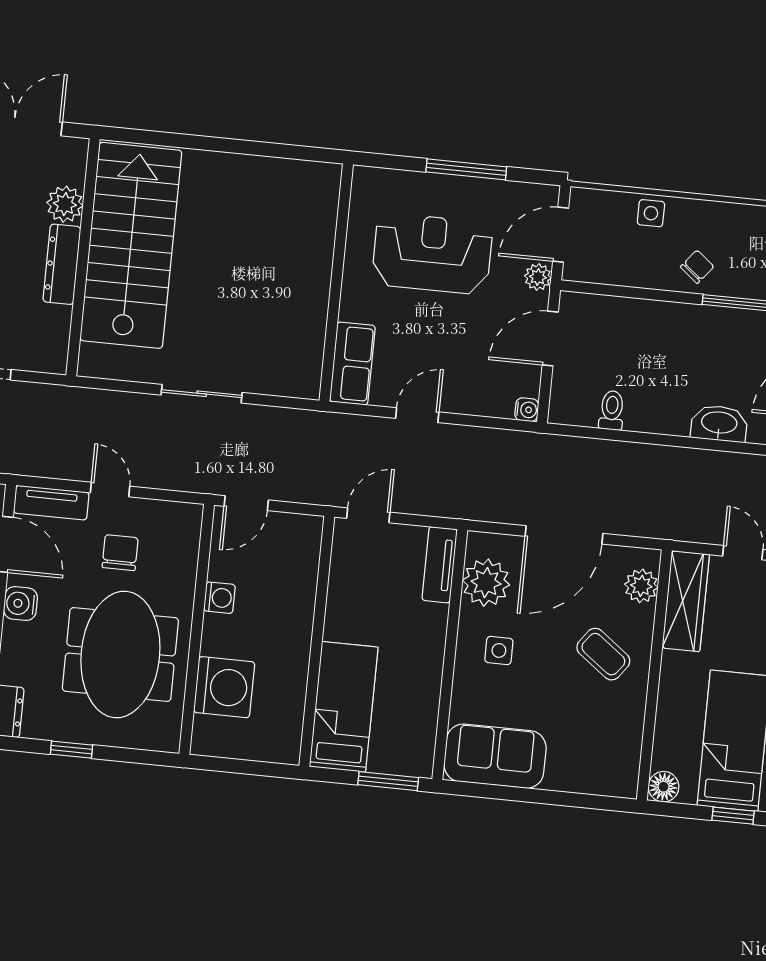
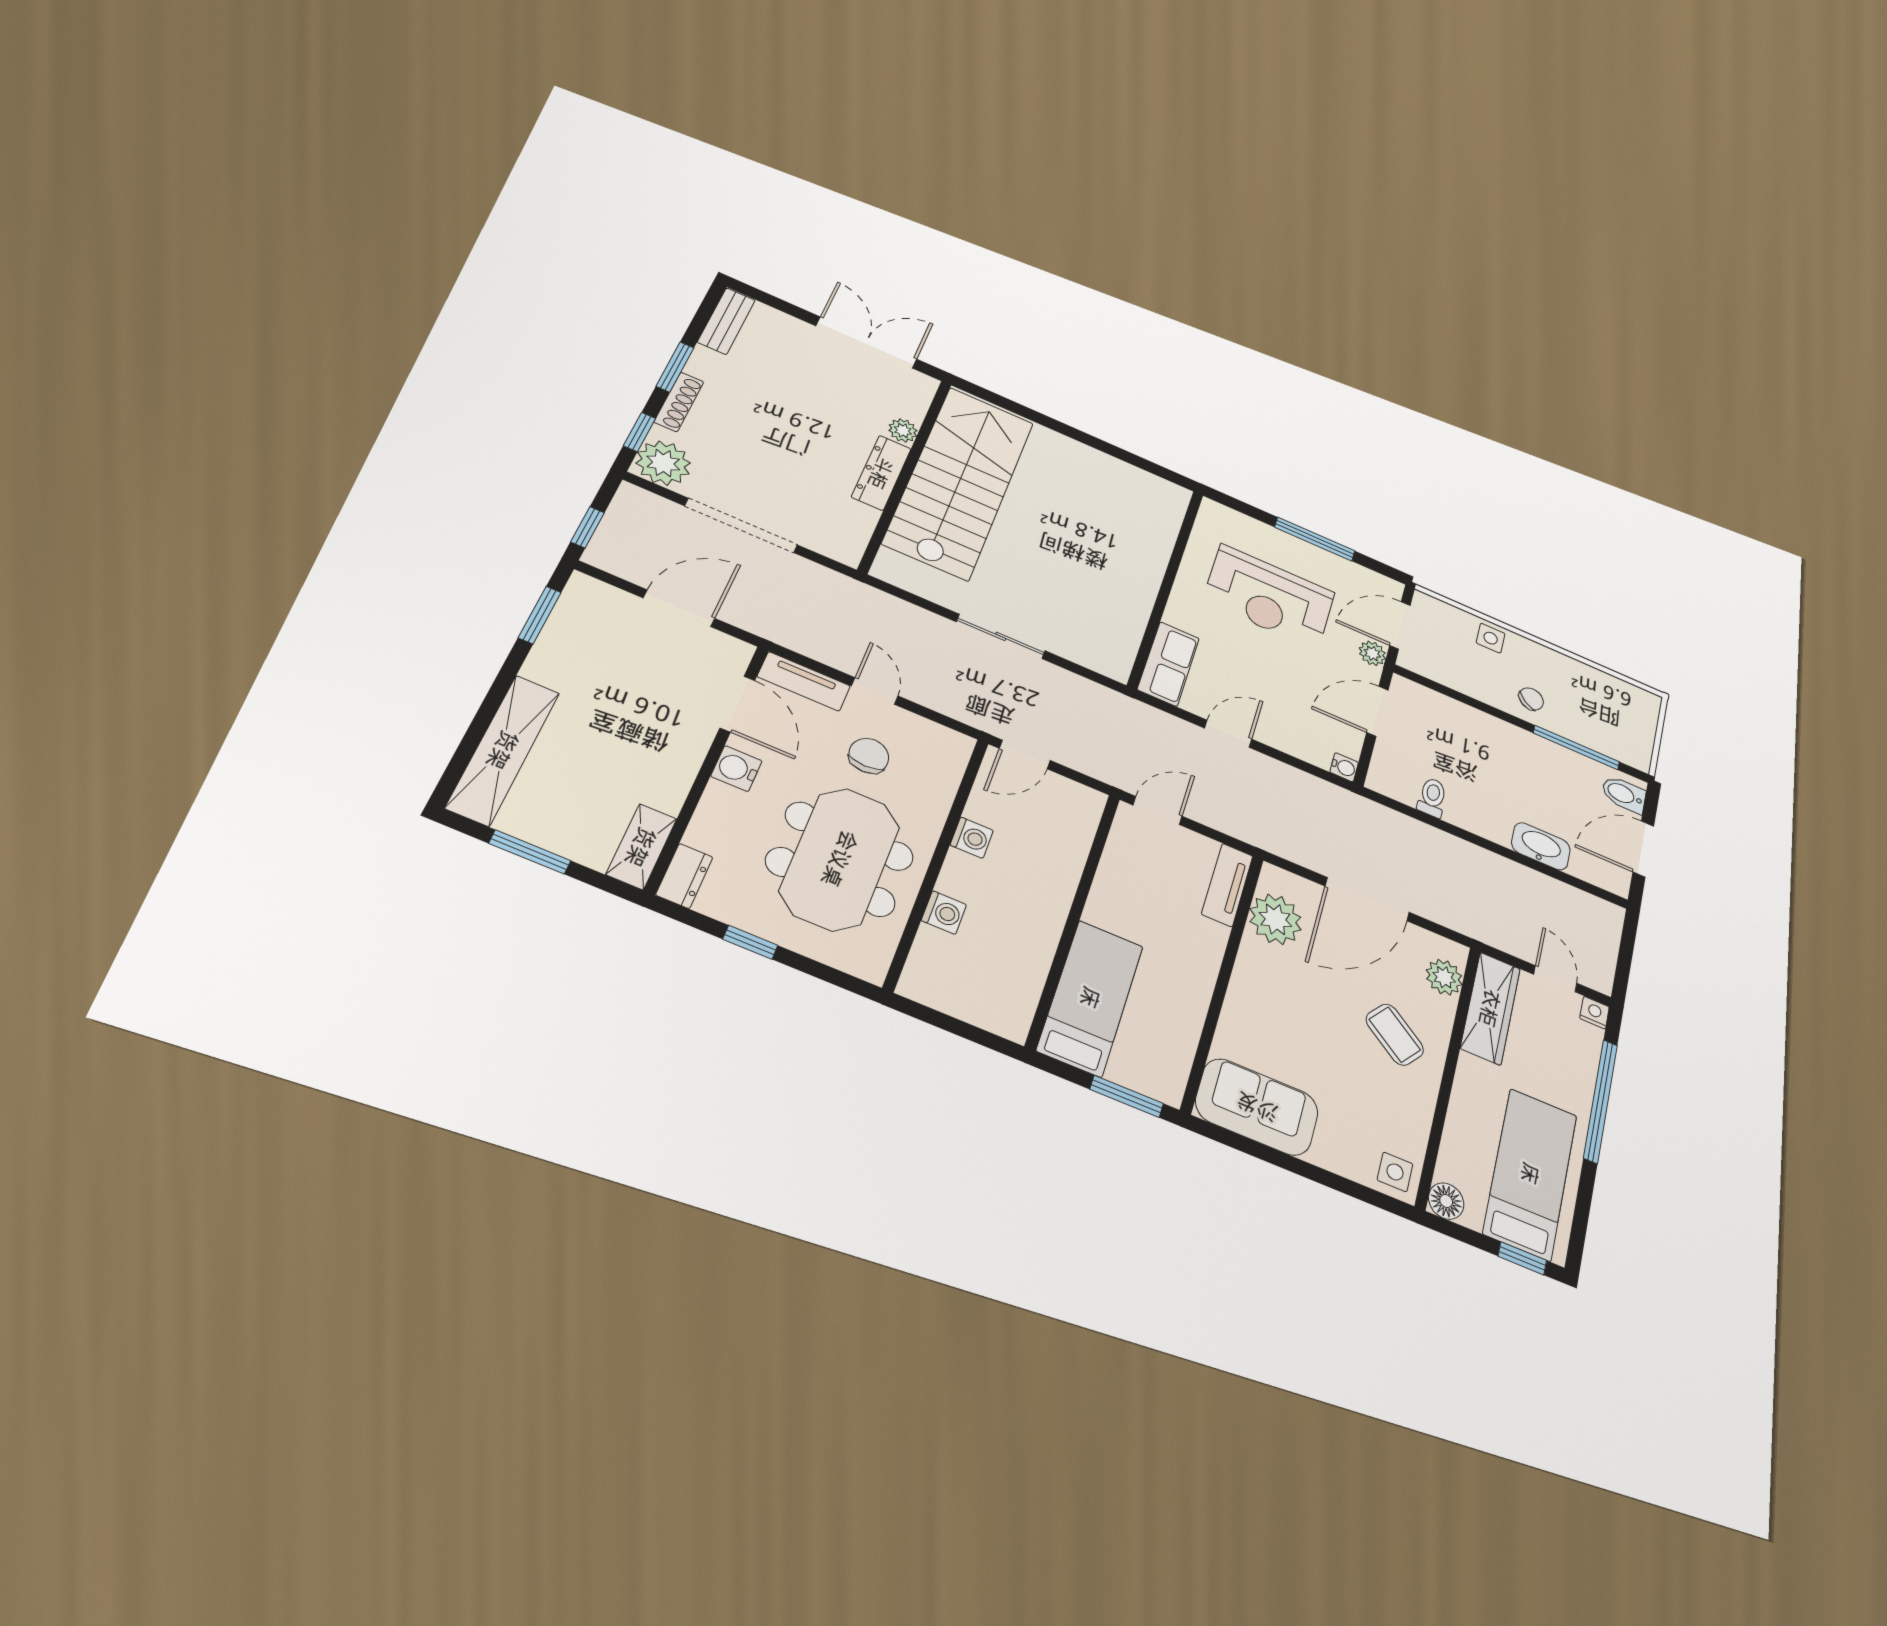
plant: (65, 204) -> (903, 430), width x0.73, depth x0.73
reception desk: (432, 254) -> (1269, 597), turned 180
side table: (499, 650) -> (1395, 1172), moved
washing machine: (224, 687) -> (944, 913), width x0.53, depth x0.53

